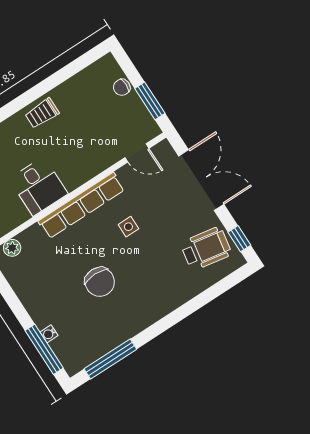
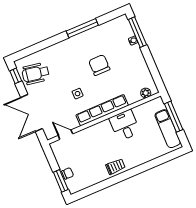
window: (150, 101) -> (61, 181), moved
window: (110, 359) -> (82, 28), moved

